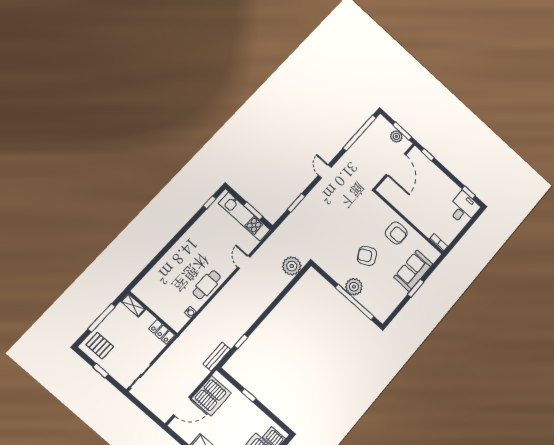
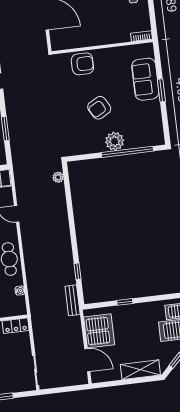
armchair: (396, 233) -> (82, 64), moved
plant: (292, 266) -> (58, 177), width x0.53, depth x0.53
door: (182, 407) -> (87, 360), hinge flipped

